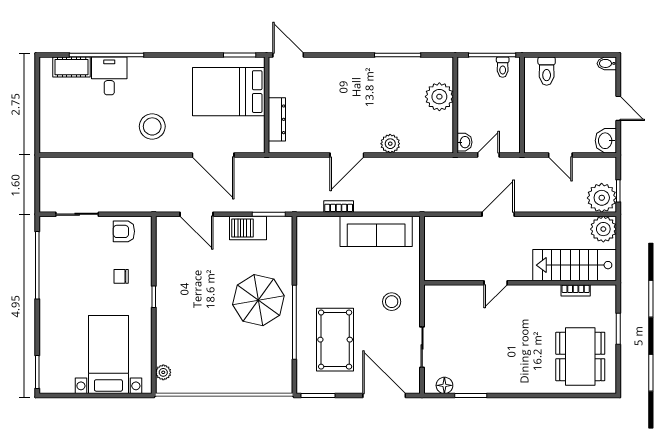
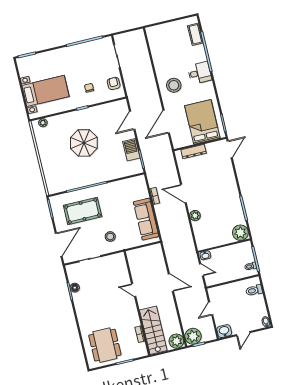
desk: (109, 76) -> (200, 73), moved
plant: (439, 97) -> (240, 233), moved
parasol: (258, 300) -> (84, 143), moved
dining table: (580, 356) -> (105, 345), turned 90
floor lamp: (444, 385) -> (75, 288), moved

